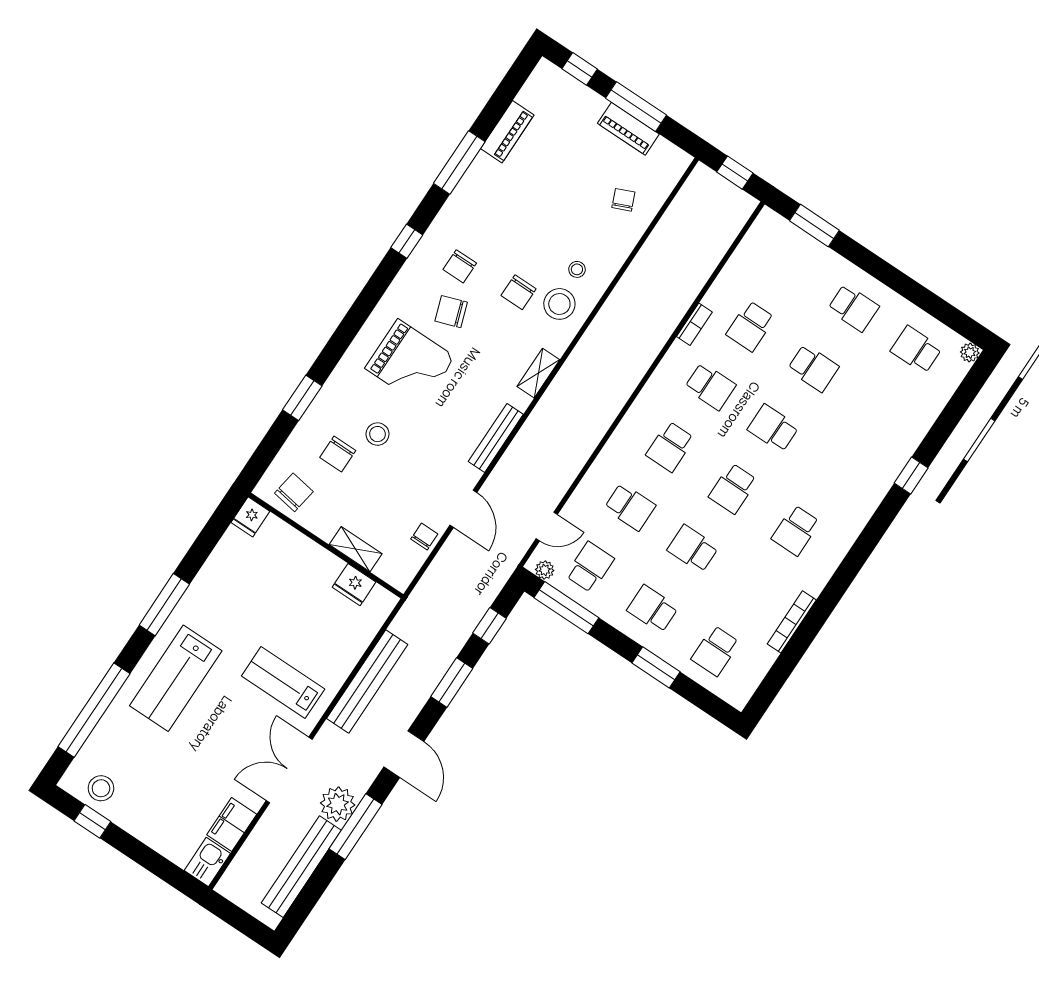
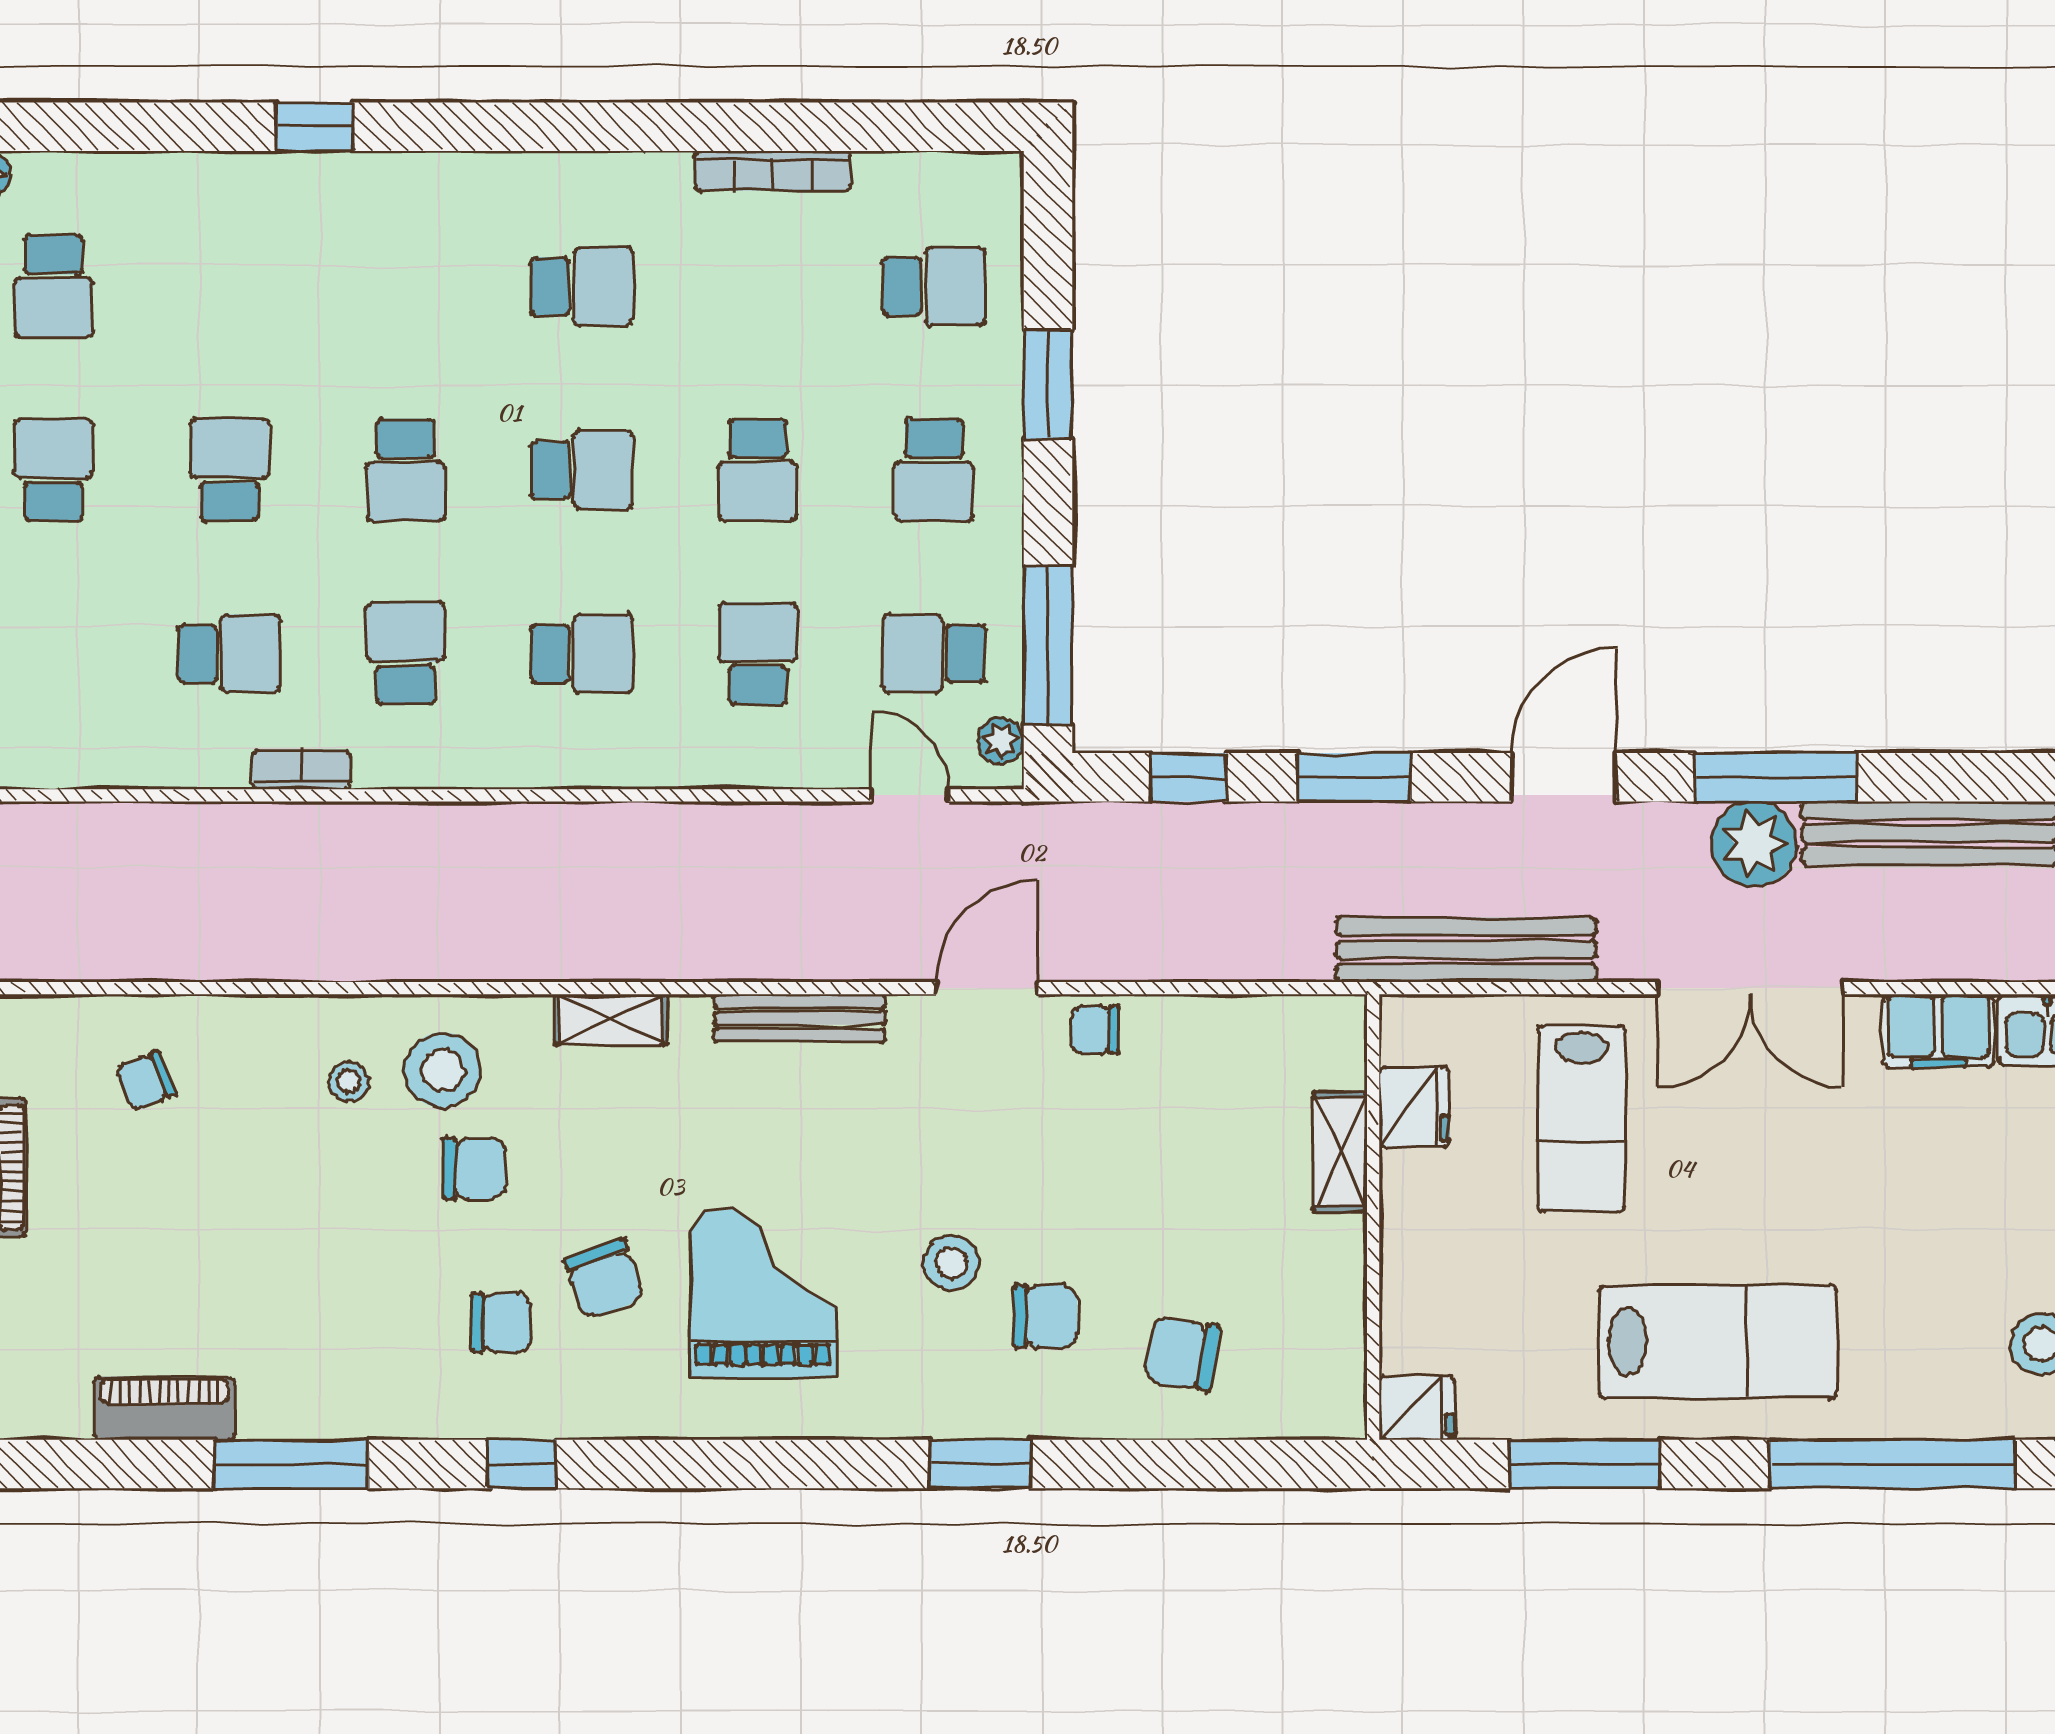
fridge: (250, 517) -> (1417, 1408), moved
wall: (326, 545) -> (1373, 1217), moved
shelving: (356, 549) -> (1340, 1152), moved
fridge: (354, 585) -> (1414, 1107), moved

